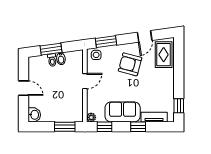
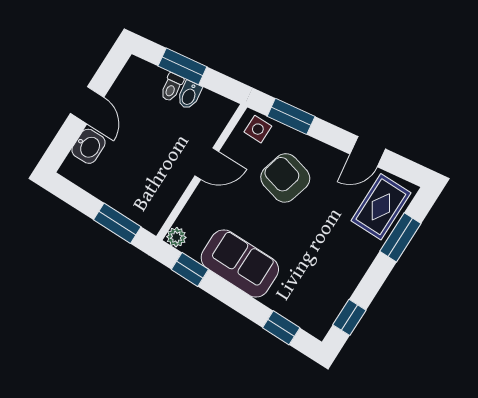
window: (179, 62) -> (400, 237), added
armchair: (130, 64) -> (285, 178), moved
washbasin: (34, 115) -> (89, 146), moved
tv unit: (154, 117) -> (291, 309), removed
window: (138, 127) -> (281, 328), moved

